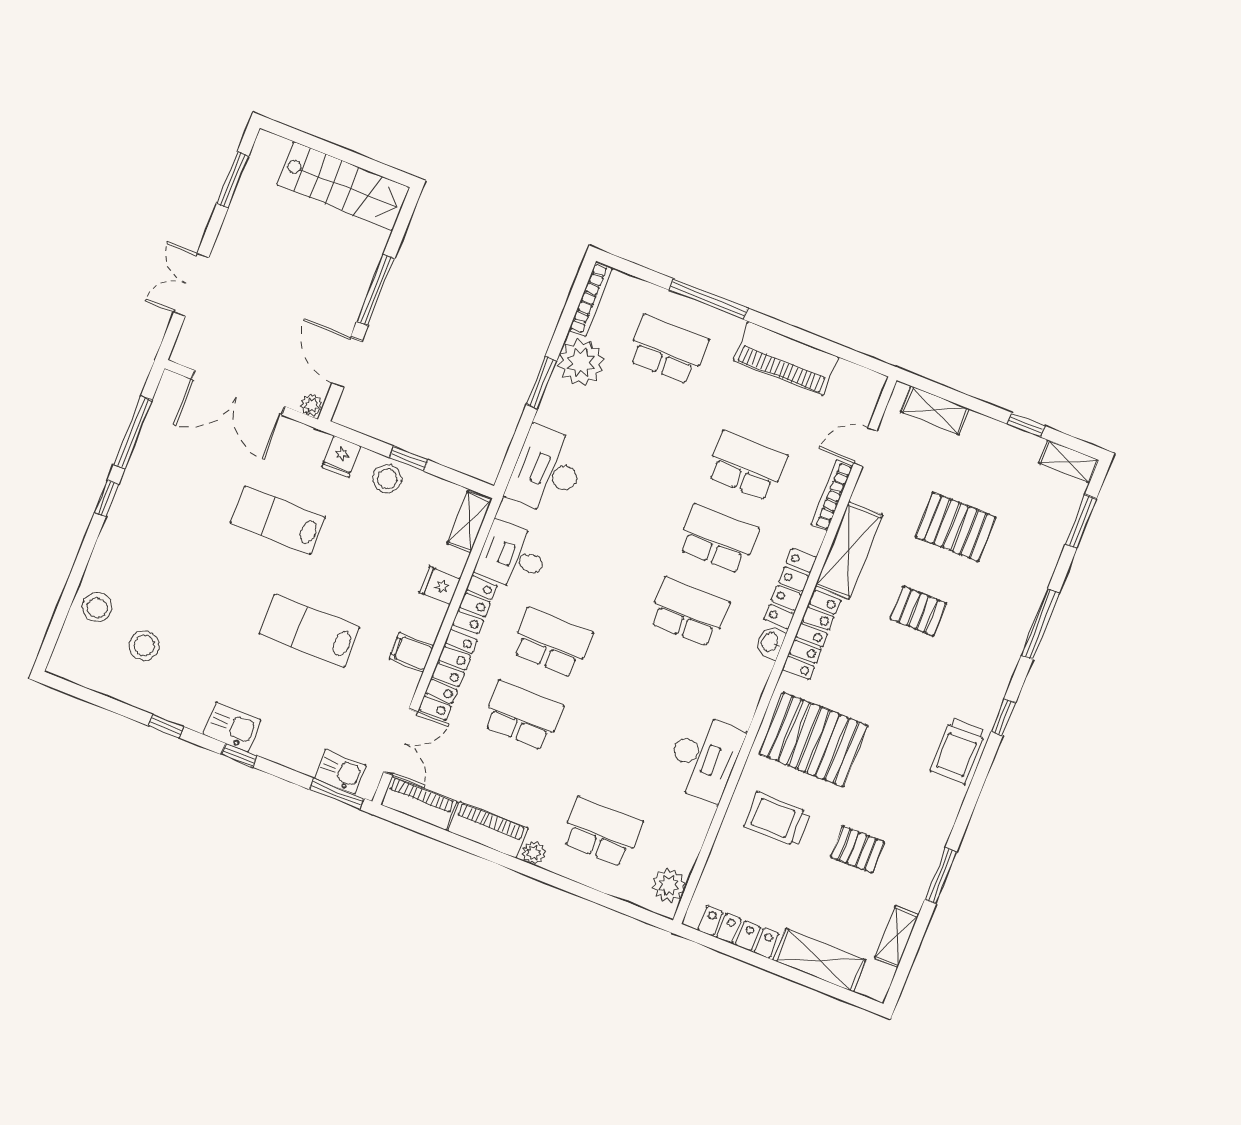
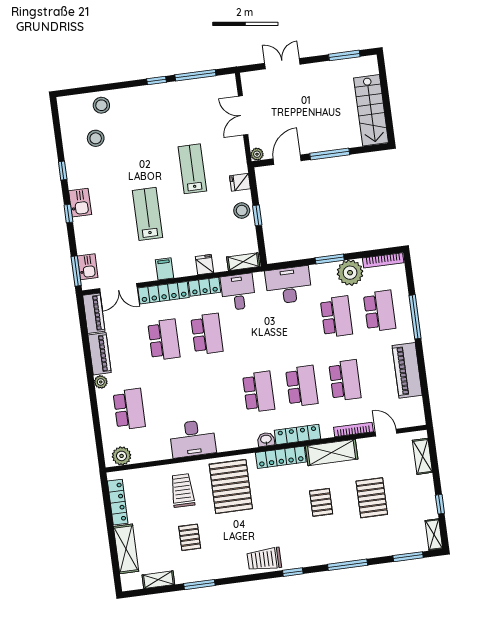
double door: (238, 393) -> (243, 115), width x0.73
school desk: (638, 423) -> (336, 317), added

